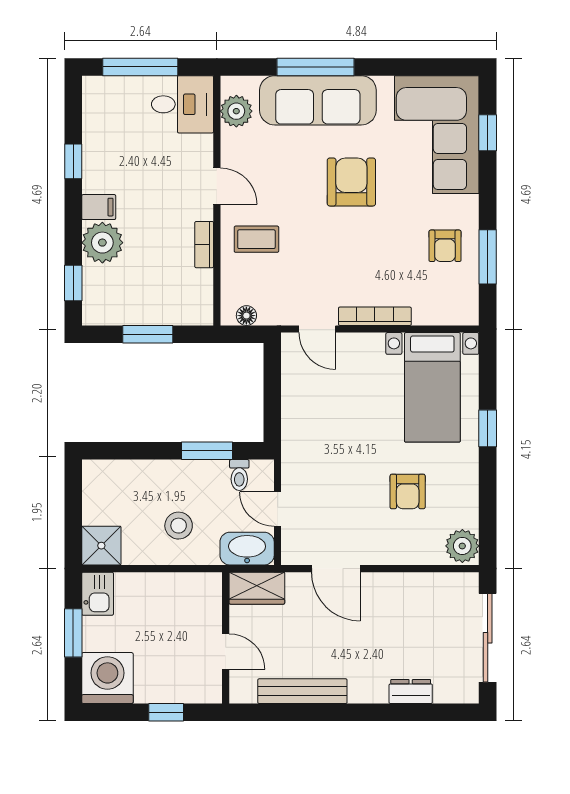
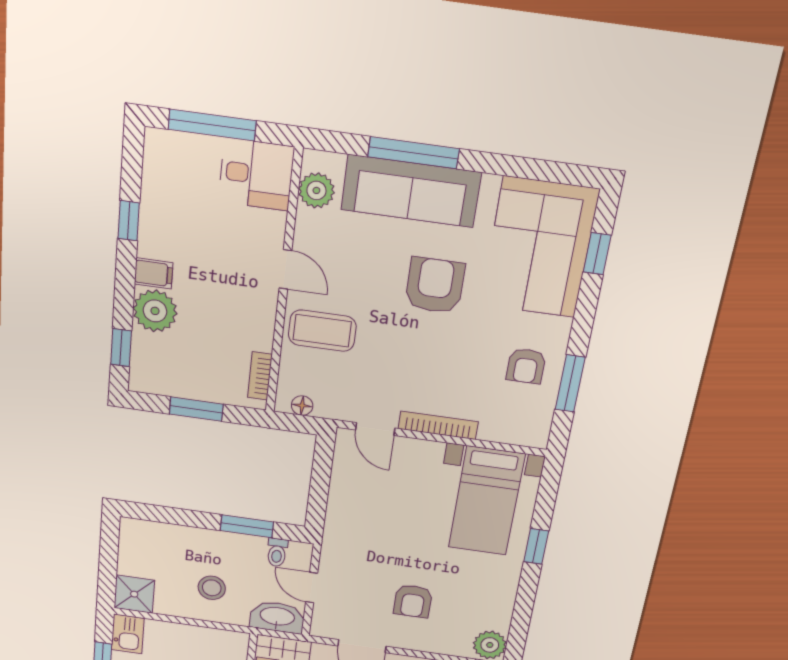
coffee table: (256, 239) -> (322, 331), width x1.36, depth x1.30
bookcase: (204, 245) -> (260, 376), moved
armchair: (408, 491) -> (413, 601), moved

